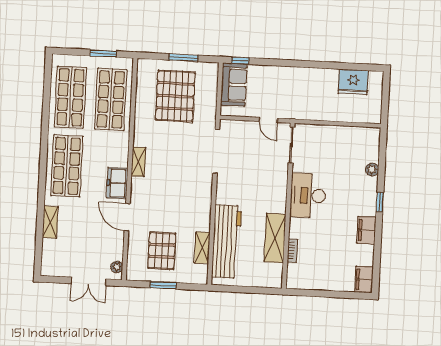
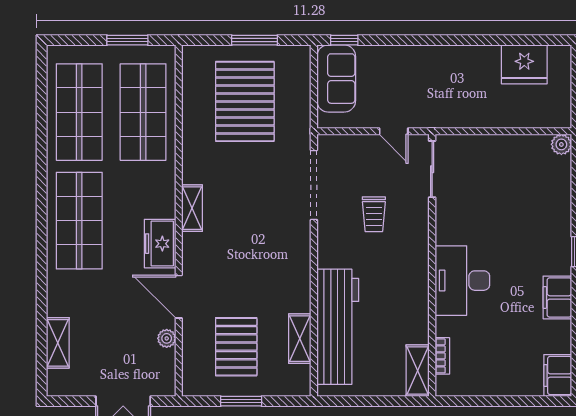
plant: (372, 169) -> (561, 144), moved
trolley: (253, 172) -> (374, 214), added
desk: (308, 195) -> (462, 281), moved
shelving: (50, 222) -> (58, 343), moved
shelving: (275, 238) -> (418, 371), moved, width x0.67, depth x0.75
bookcase: (292, 250) -> (442, 356), moved
plant: (117, 267) -> (167, 338), moved

